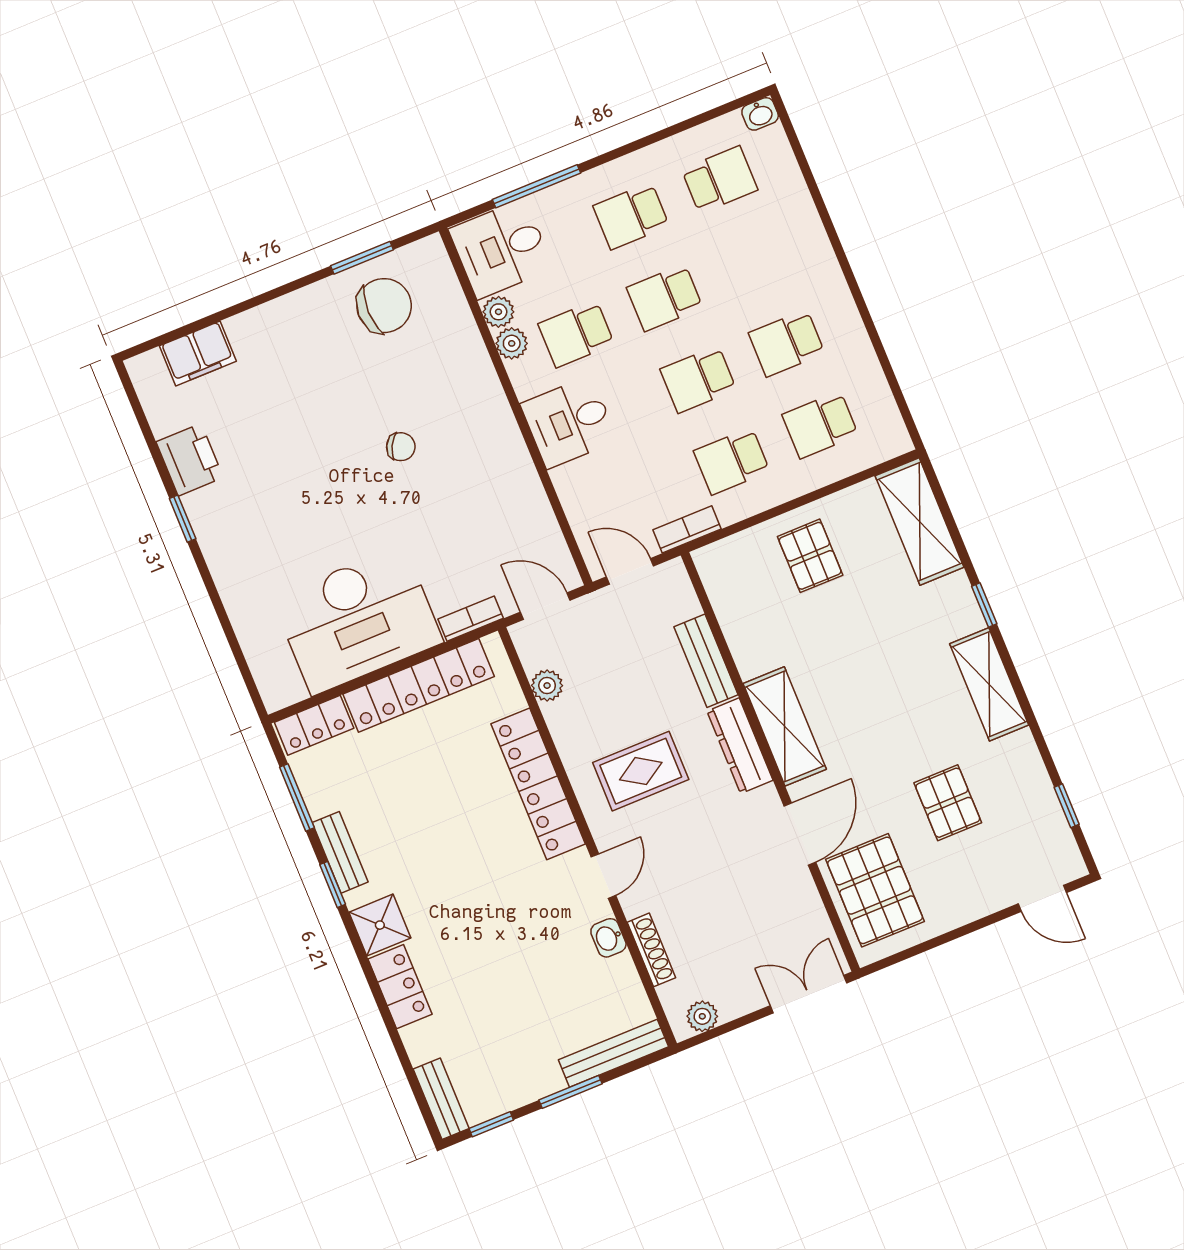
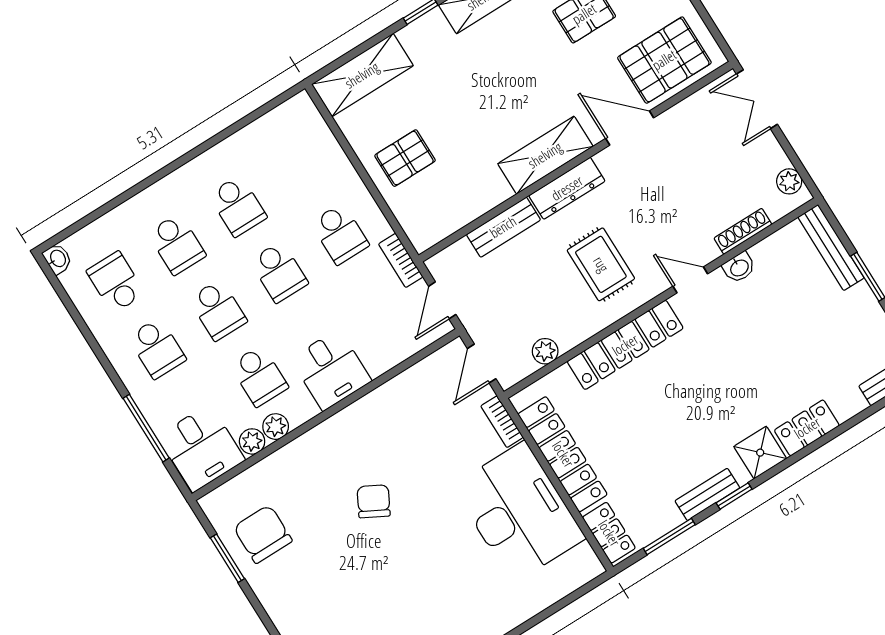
school desk: (820, 425) -> (177, 244), moved
chair: (401, 447) -> (374, 501), width x1.37, depth x1.37

